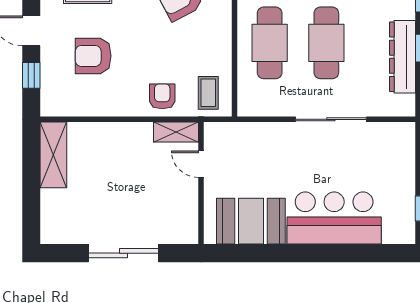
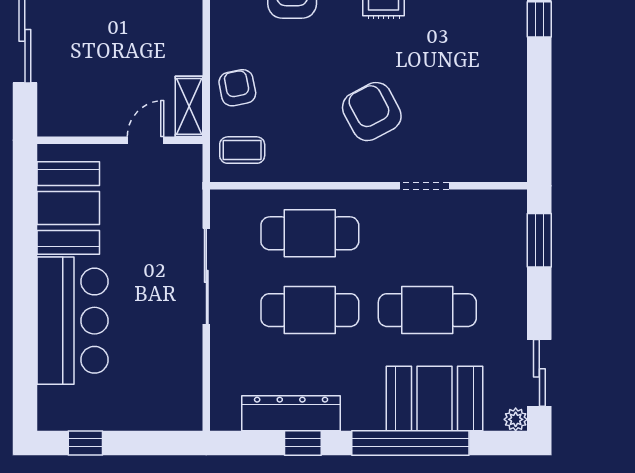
armchair: (162, 96) -> (237, 88), turned -101
sliding door: (331, 119) -> (206, 276), moved

